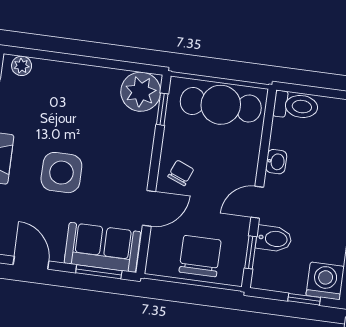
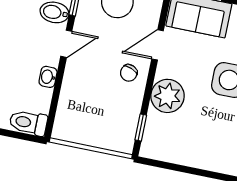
plant: (141, 92) -> (167, 96), moved
cafe table: (221, 105) -> (91, 128), removed

